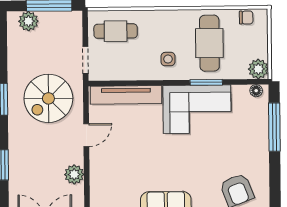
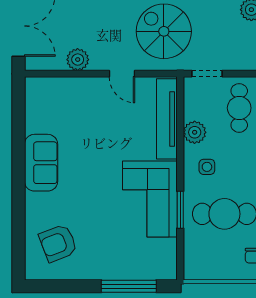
plant: (258, 69) -> (195, 132), moved
floor lamp: (256, 91) -> (170, 266), removed

